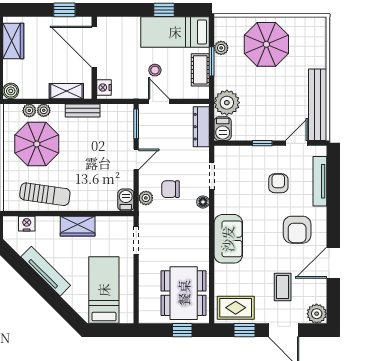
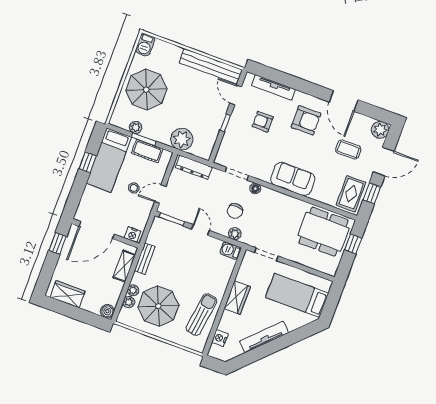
barbecue: (223, 129) -> (145, 45), moved, turned 90

